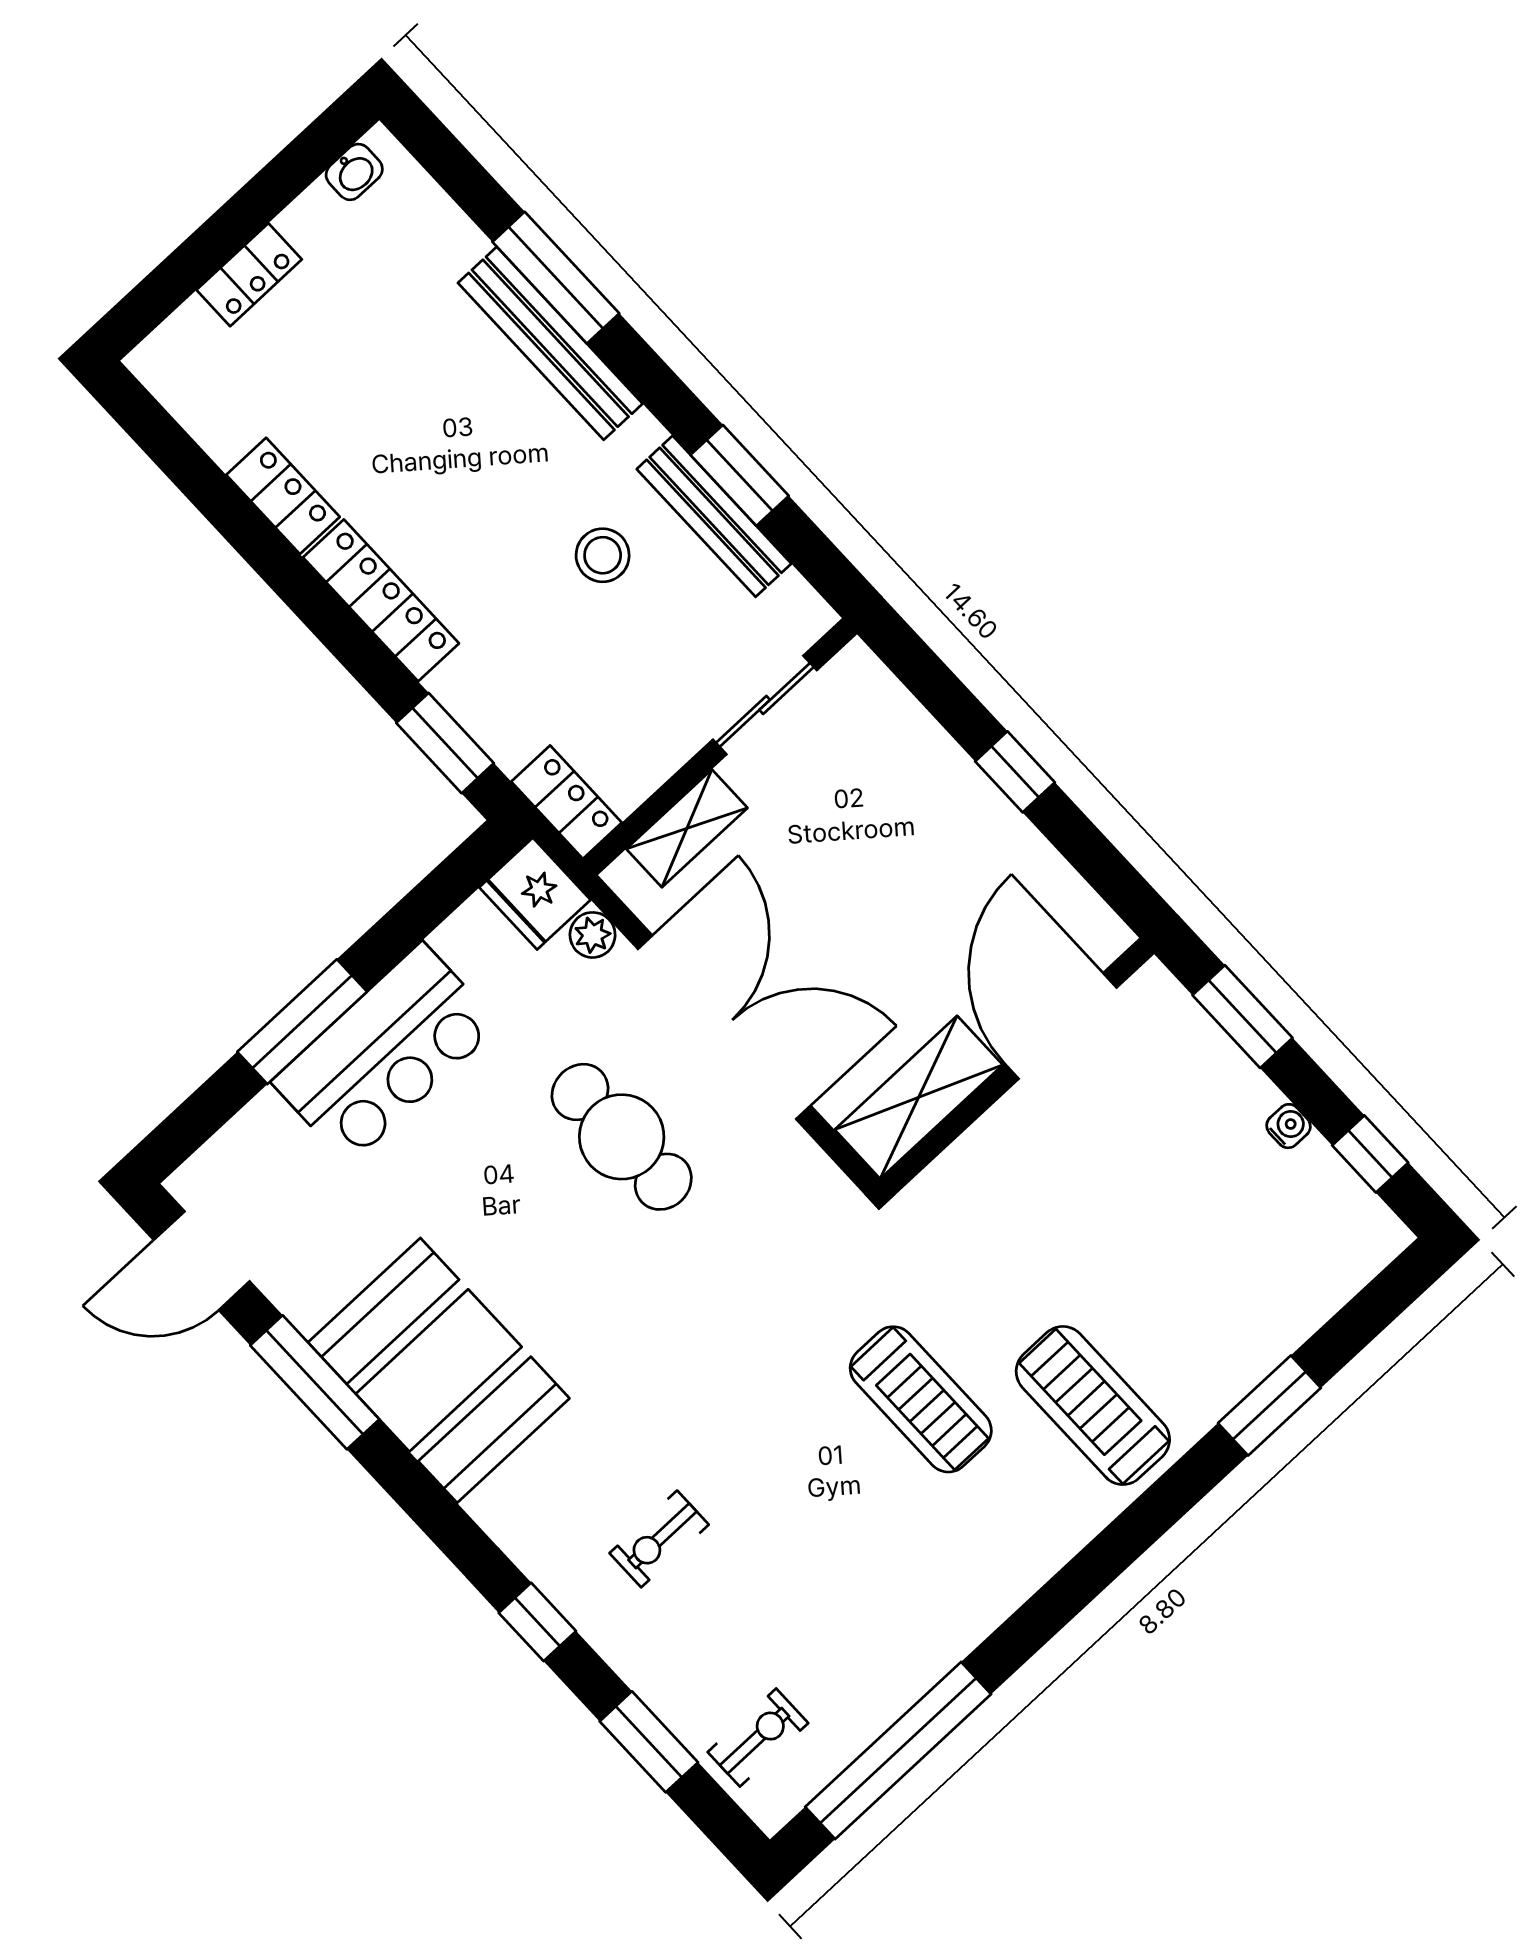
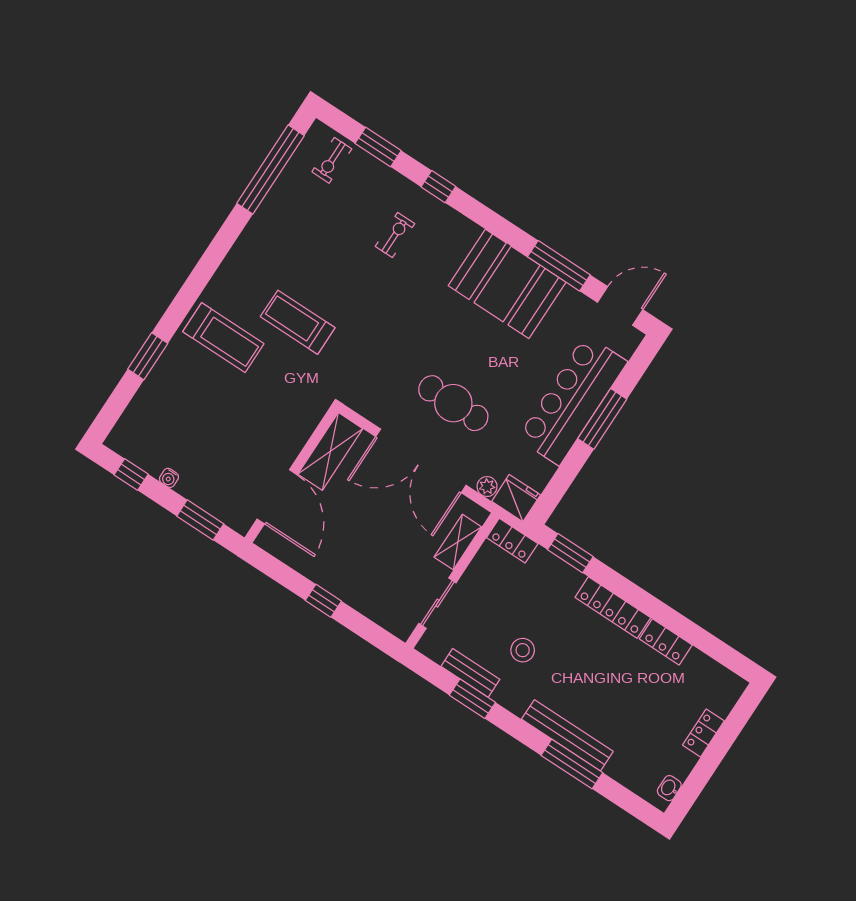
bench: (714, 516) -> (470, 673), width x0.73
bar counter: (385, 1053) -> (572, 400), width x1.36

